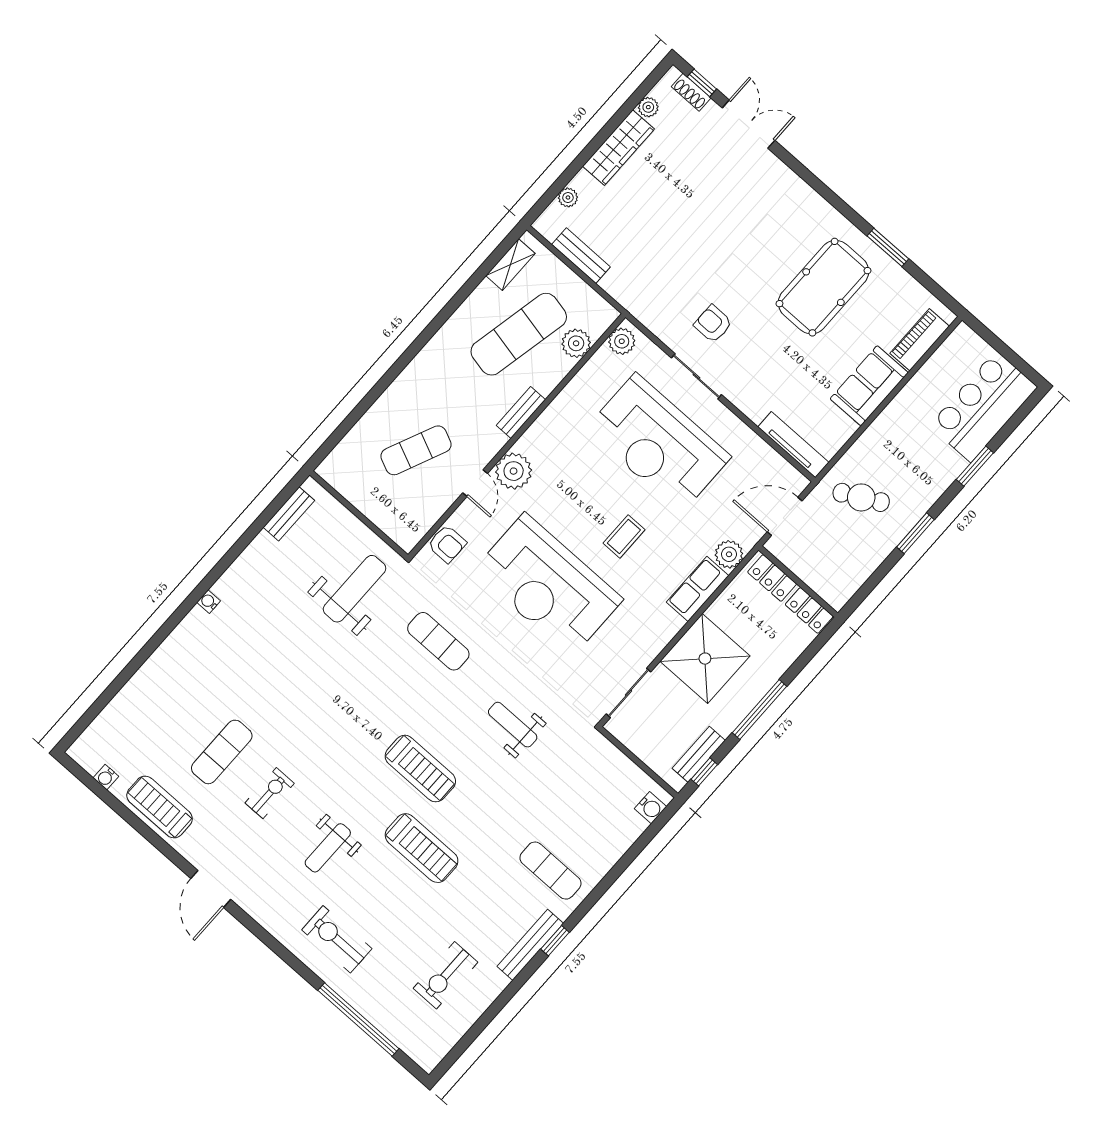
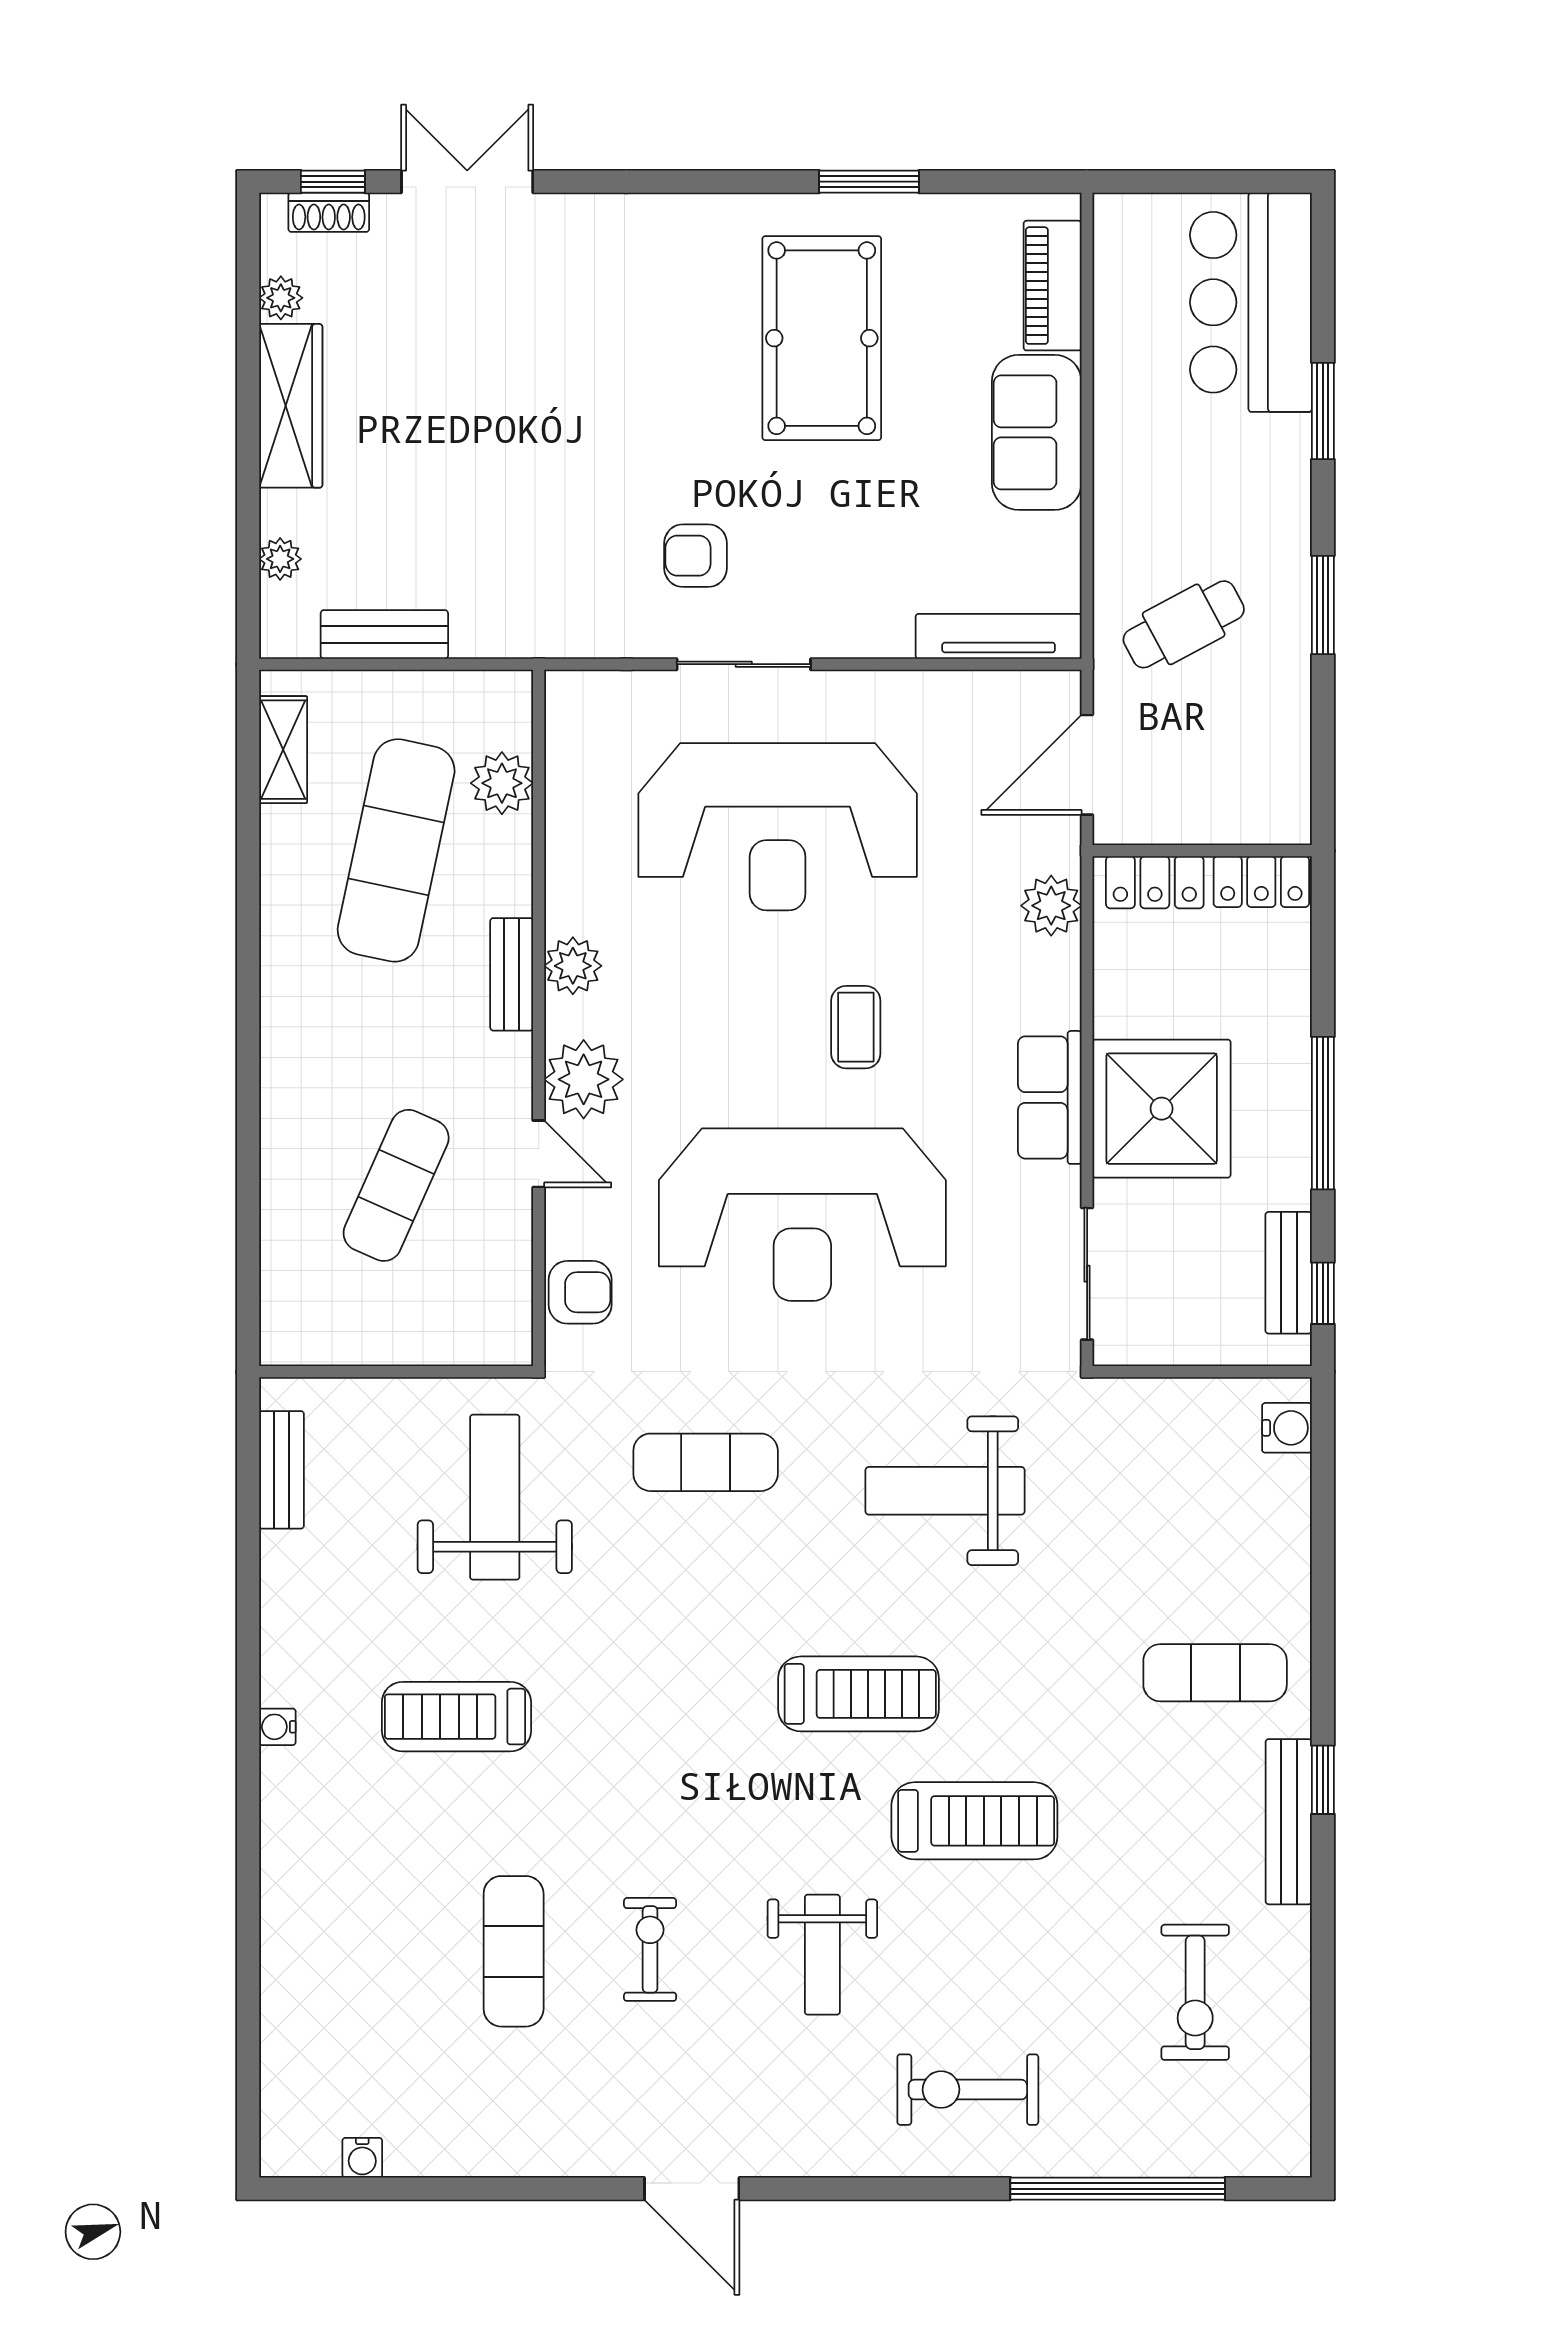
plant: (622, 341) -> (573, 966), moved
row of seats: (697, 589) -> (1050, 1097), moved
weight bench: (513, 725) -> (945, 1491), width x1.36, depth x1.33
treadmill: (160, 807) -> (457, 1717), moved

